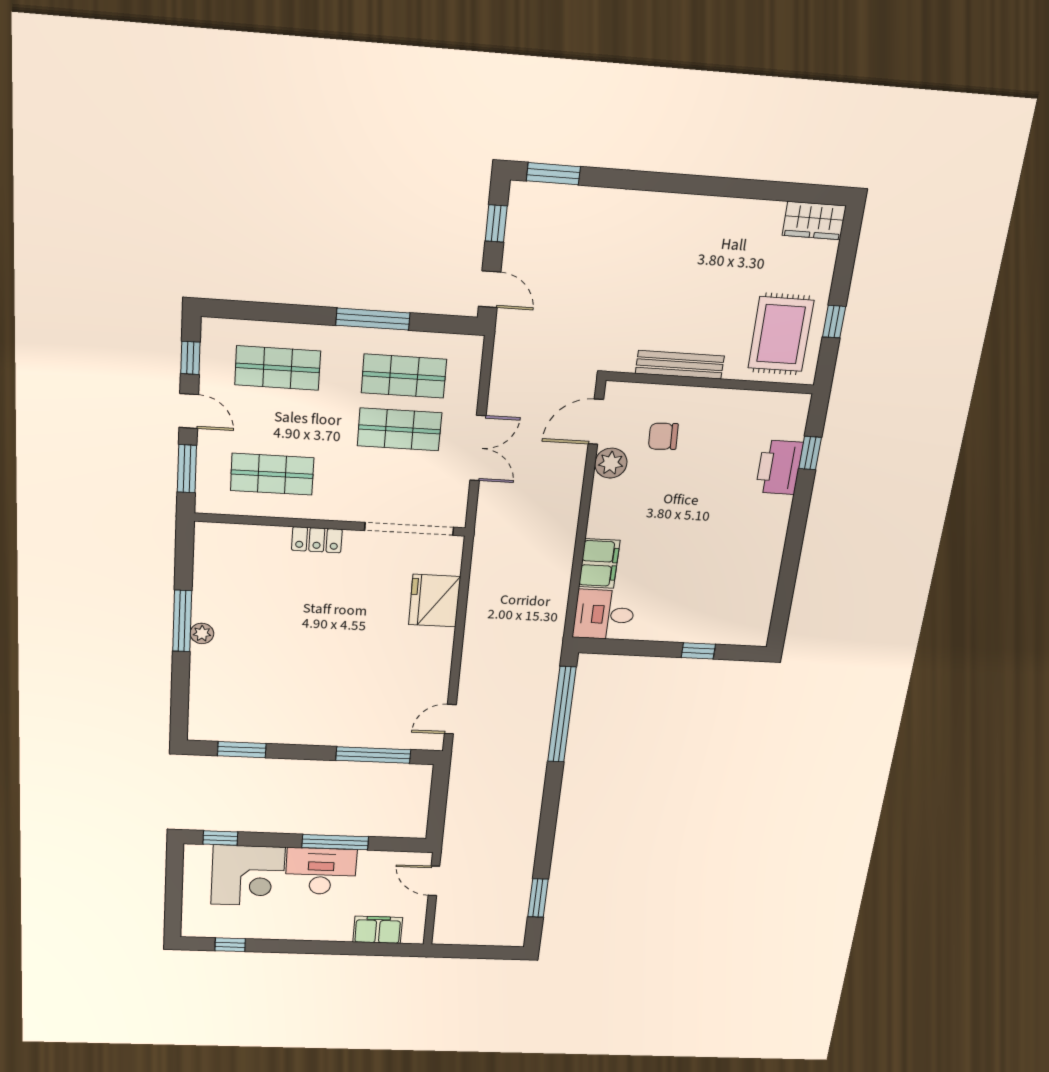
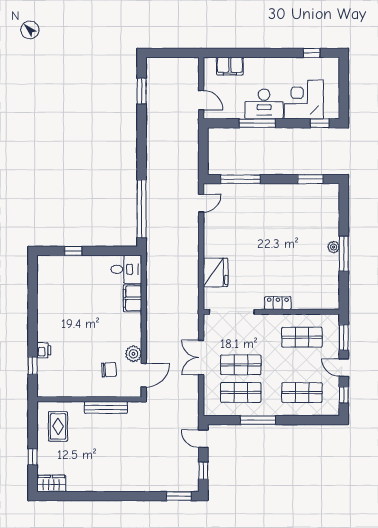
window: (834, 322) -> (33, 457), moved
rug: (781, 334) -> (58, 426), width x0.73, depth x0.70
printer: (779, 467) -> (44, 350), width x0.53, depth x0.68

